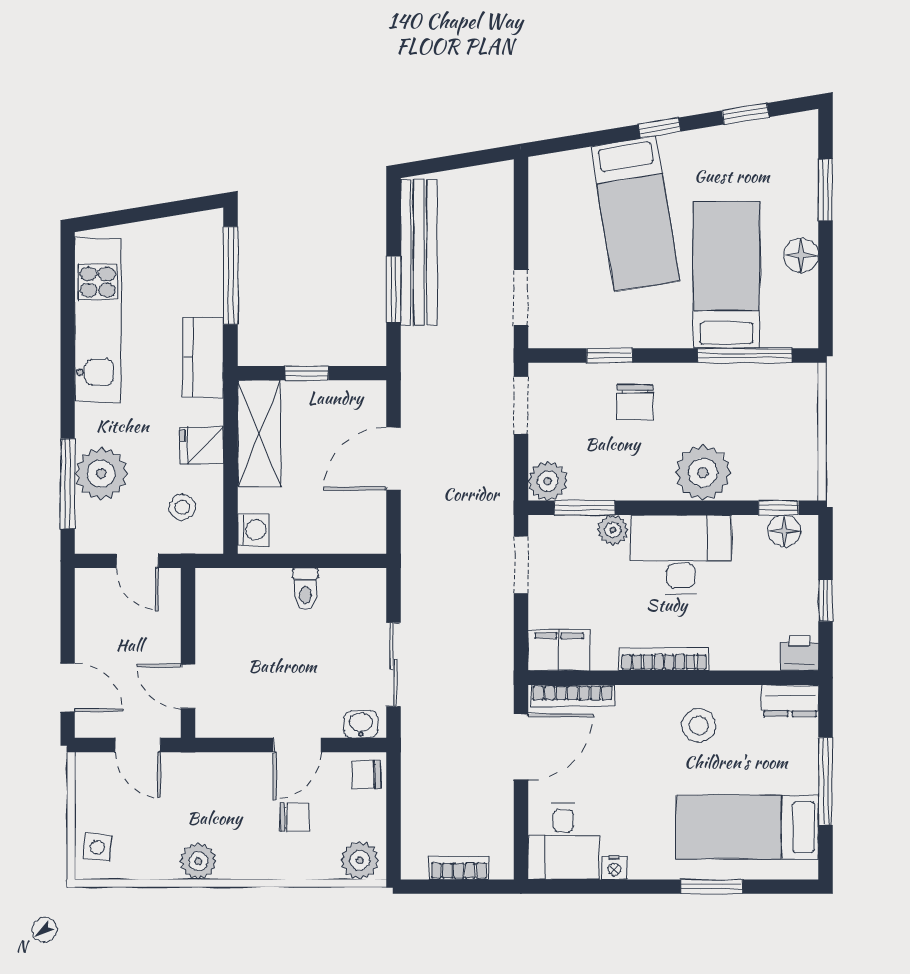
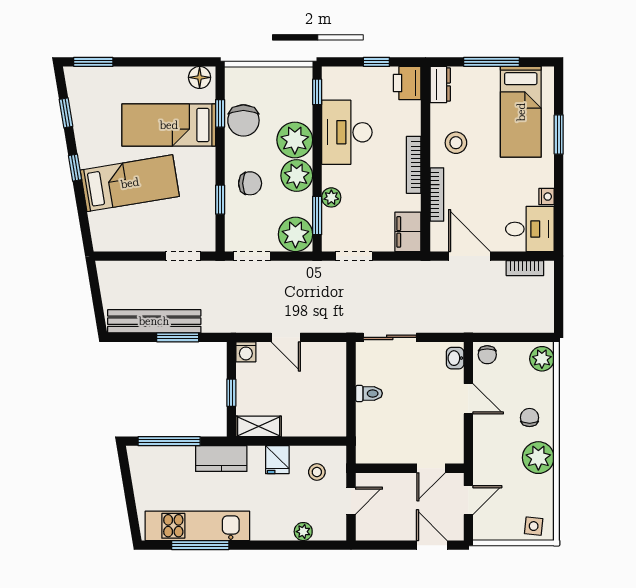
window: (826, 190) -> (93, 62), moved
floor lamp: (801, 255) -> (200, 77), moved
window: (745, 355) -> (220, 113), width x0.46
chair: (734, 392) -> (243, 120), added
shelving: (259, 434) -> (259, 426), width x0.67, depth x0.75
door: (393, 459) -> (286, 337), width x0.73
plant: (101, 474) -> (303, 532), width x0.53, depth x0.53
plant: (647, 476) -> (297, 176), added
plant: (548, 481) -> (295, 234), width x1.36, depth x1.36
window: (68, 484) -> (200, 545), moved
washing machine: (253, 530) -> (246, 352), moved, turned 180
floor lamp: (784, 531) -> (332, 88), removed
desk: (681, 554) -> (347, 132), moved
printer: (799, 653) -> (407, 83), width x1.36, depth x1.24
sliding door: (393, 665) -> (390, 337), moved
door: (68, 688) -> (432, 545), hinge flipped
bookcase: (573, 696) -> (437, 194), moved
chair: (294, 817) -> (530, 418), moved
plant: (198, 861) -> (538, 458), width x1.36, depth x1.36
bookcase: (459, 868) -> (525, 268), moved, turned -90

